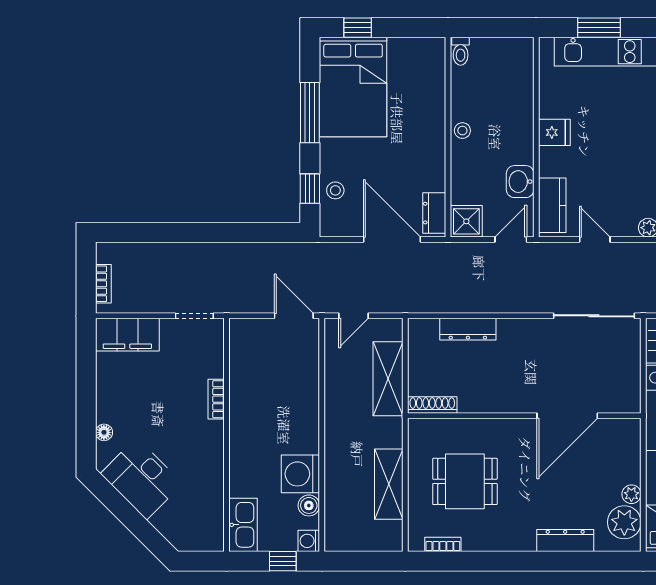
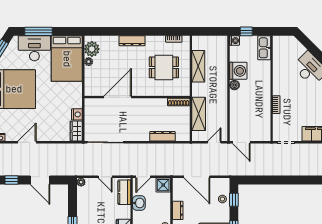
dresser: (434, 213) -> (178, 210), moved
boiler: (309, 505) -> (234, 85), moved
dresser: (565, 540) -> (132, 41), moved

